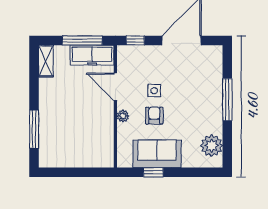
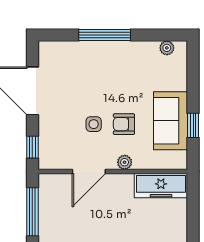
freezer: (92, 55) -> (161, 186), moved, turned 90
plant: (212, 146) -> (167, 48), width x0.53, depth x0.53

